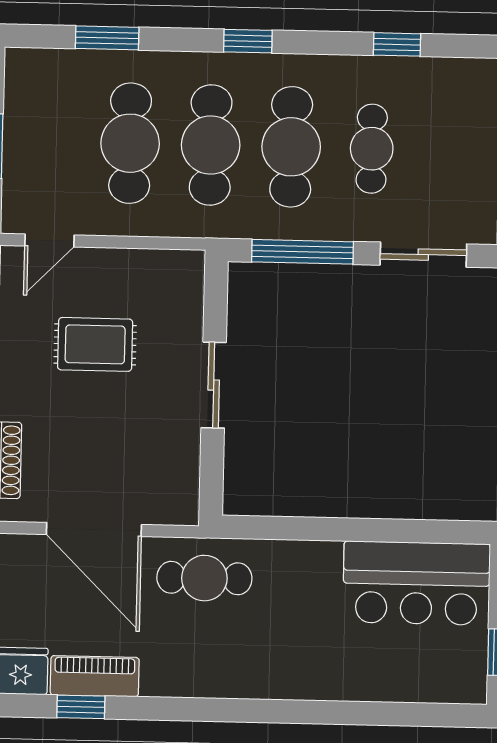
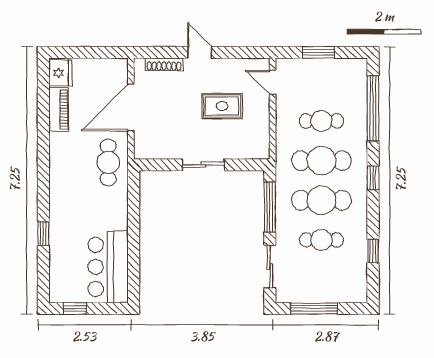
window: (107, 38) -> (373, 108), width x2.11
cafe table: (130, 143) -> (321, 121), width x0.73, depth x0.74
rug: (95, 344) -> (222, 106), turned 90
window: (81, 707) -> (43, 234), moved

